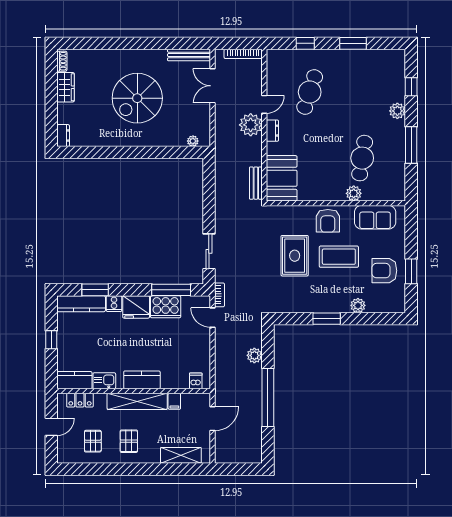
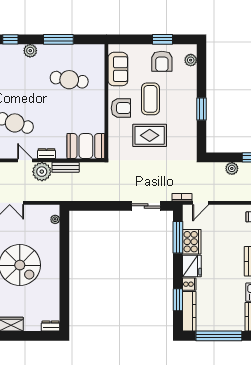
bench: (256, 183) -> (66, 167), moved
plant: (354, 193) -> (98, 87), removed
plant: (358, 305) -> (191, 60), moved
window: (51, 340) -> (219, 336), width x3.17

